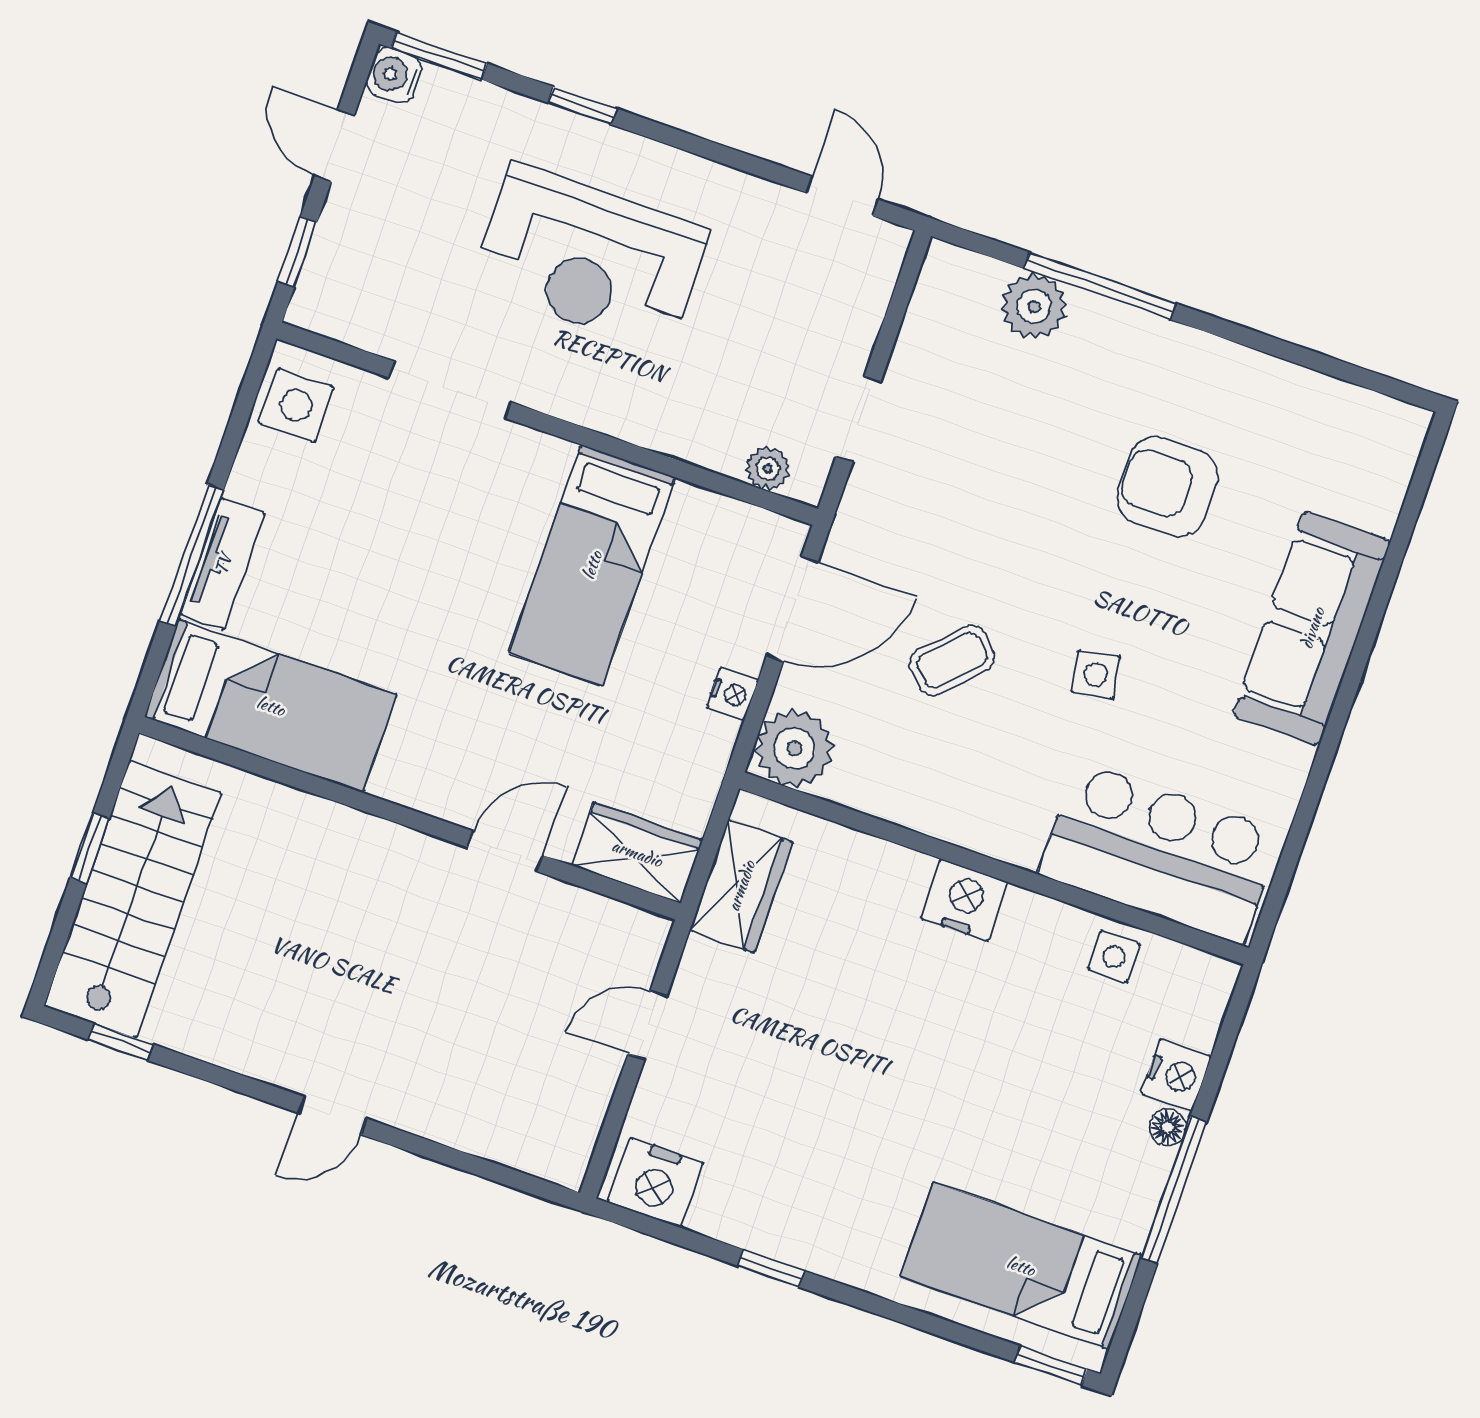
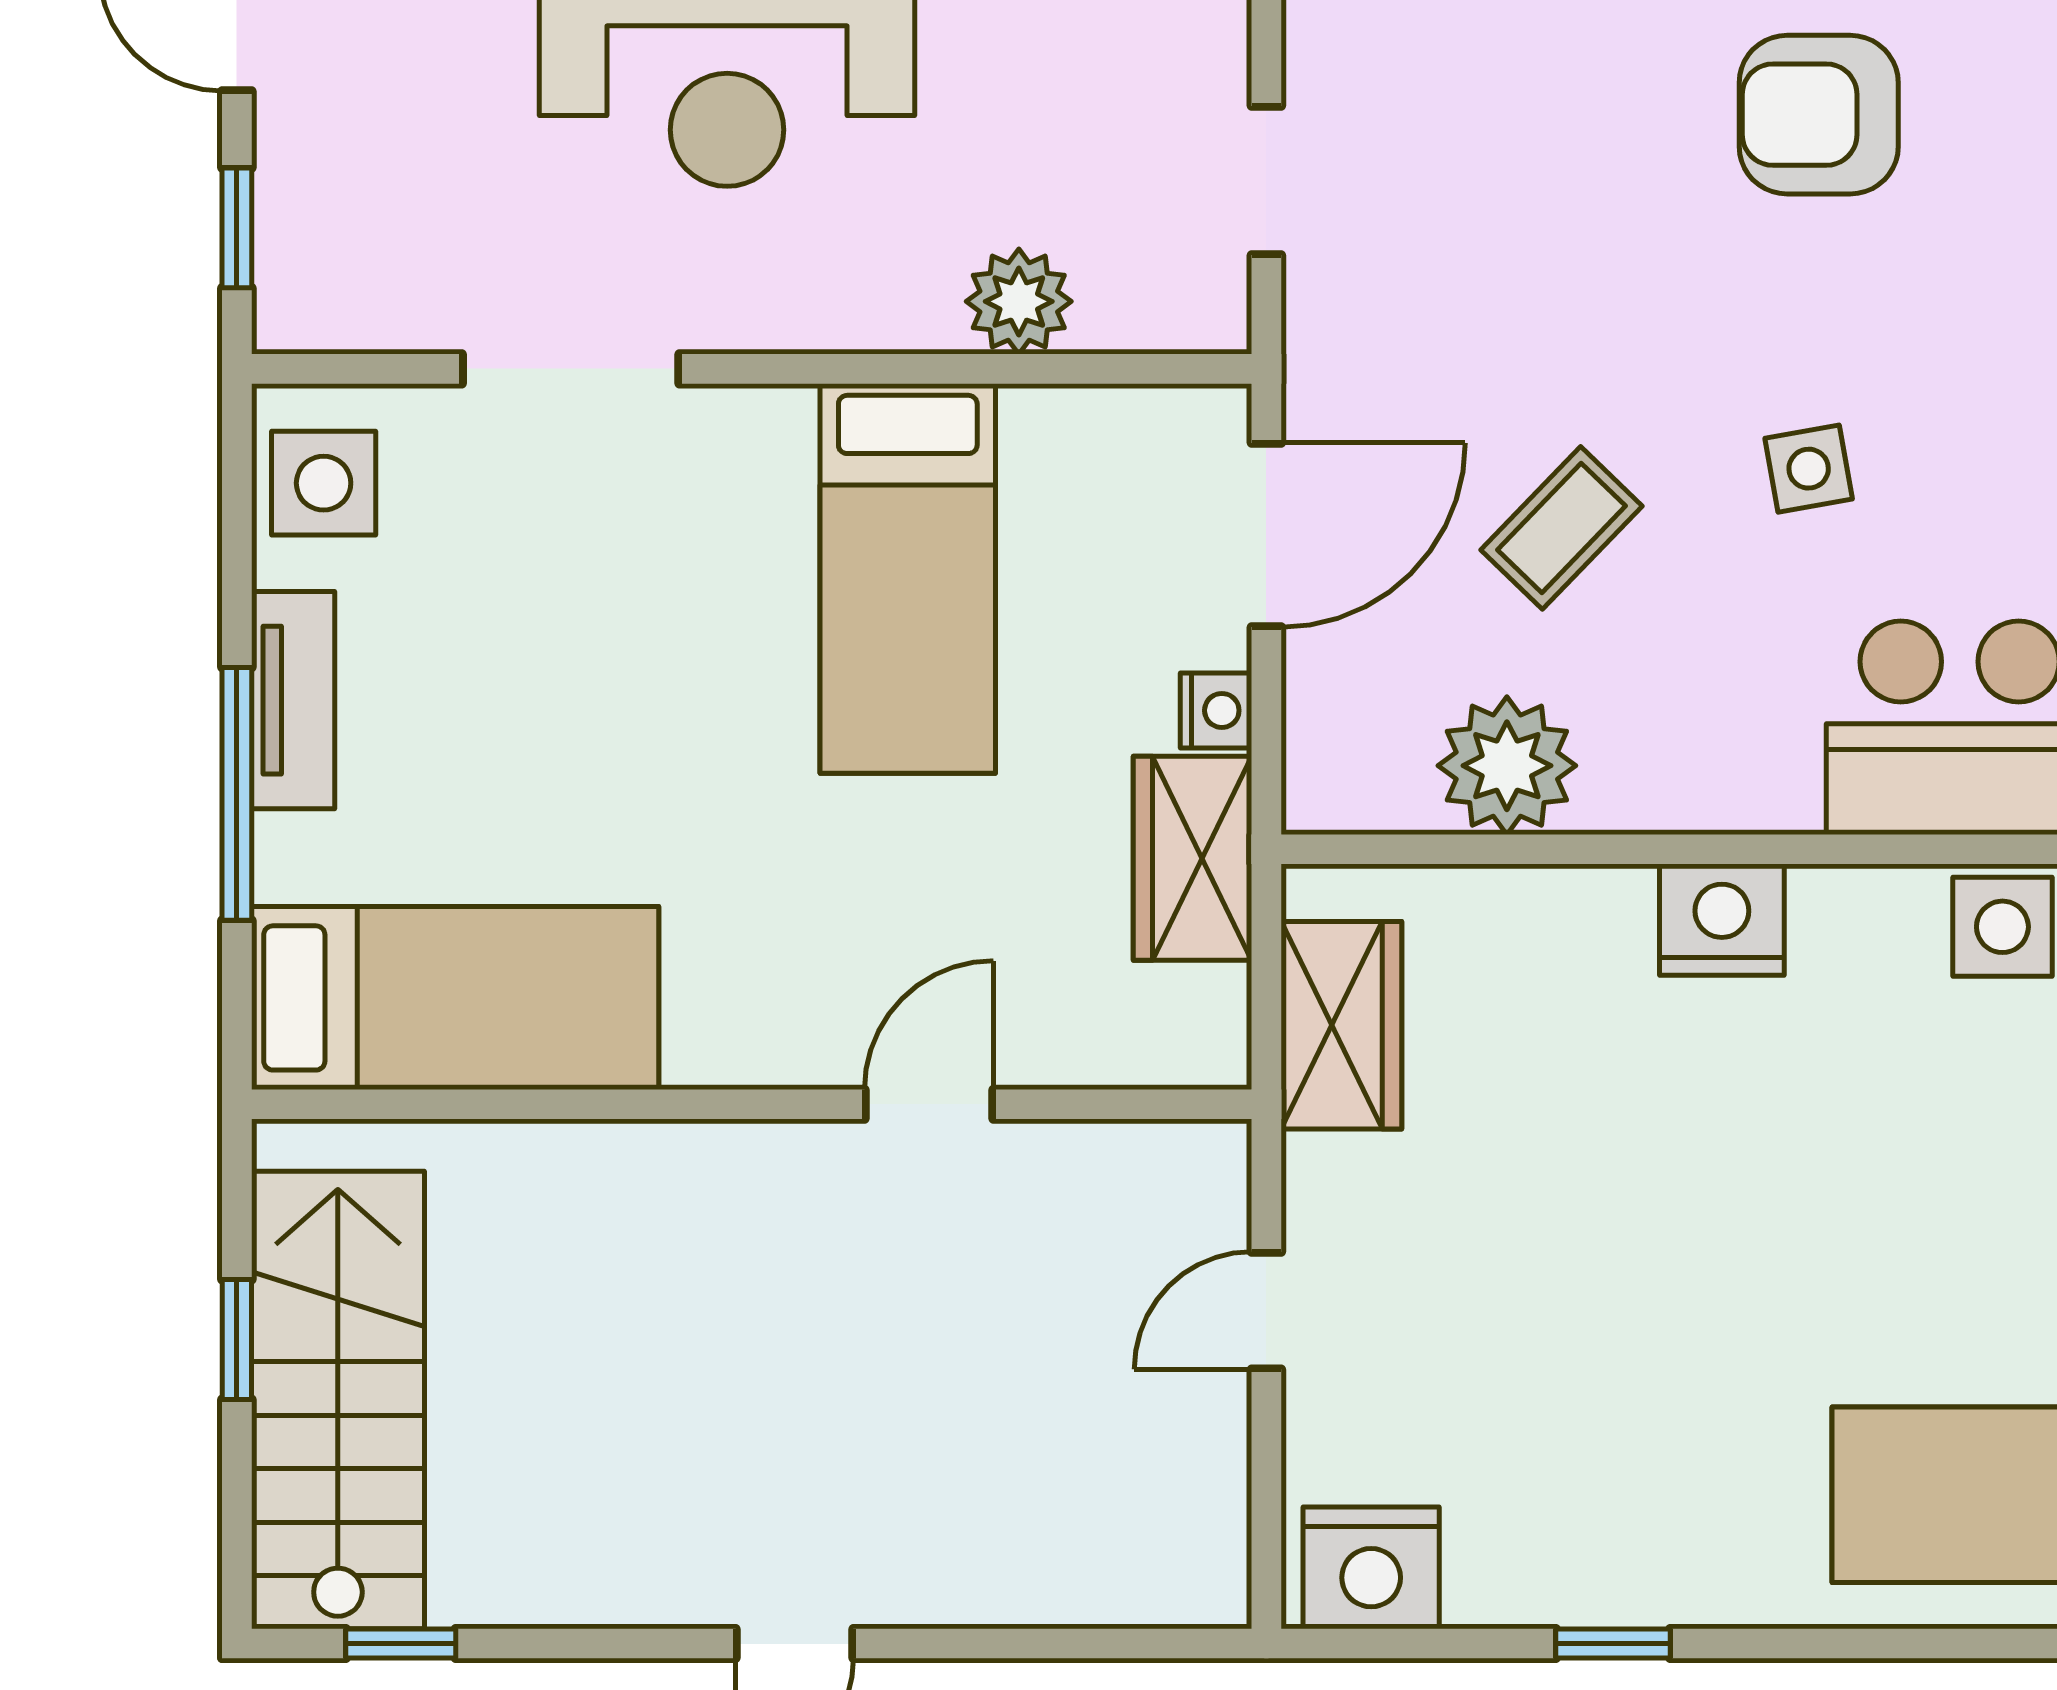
plant: (768, 469) -> (1019, 301), moved, width x1.38, depth x1.38
tv unit: (223, 564) -> (293, 700), moved
plant: (794, 748) -> (1507, 766), moved
wardrobe: (637, 853) -> (1193, 858), moved, turned -90
side table: (1114, 957) -> (2002, 927), width x1.37, depth x1.37

